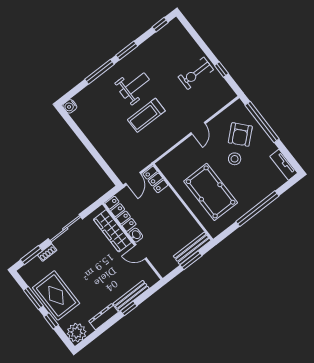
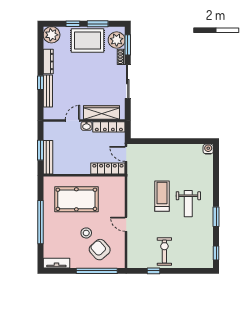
window: (99, 72) -> (216, 187), removed
locker: (155, 179) -> (108, 169), width x1.53
plant: (35, 269) -> (117, 40), added

